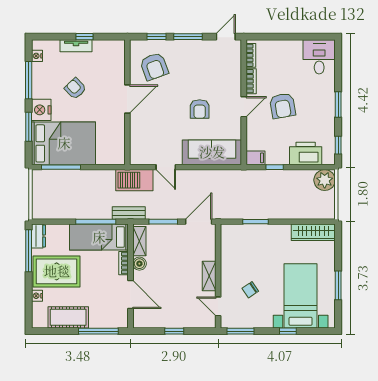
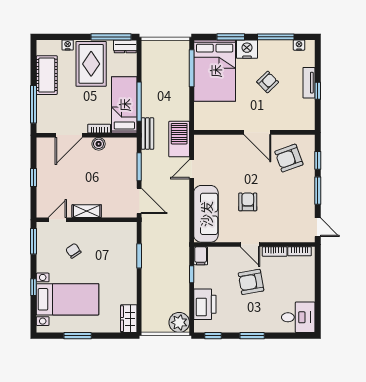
armchair: (200, 109) -> (248, 202), turned 90
wardrobe: (313, 232) -> (129, 319), width x0.67
shelving: (139, 241) -> (120, 144), removed

